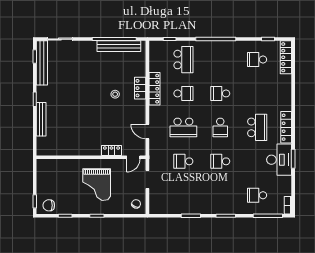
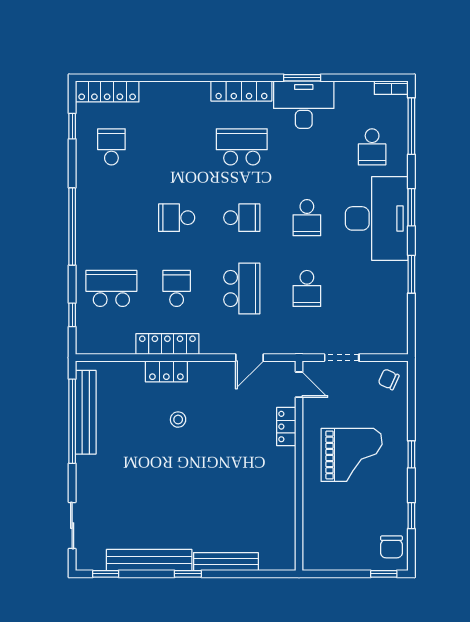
school desk: (257, 60) -> (111, 147), turned 180
bench: (42, 63) -> (149, 560), moved
school desk: (220, 93) -> (177, 218), turned 90
desk: (220, 198) -> (377, 218), added

